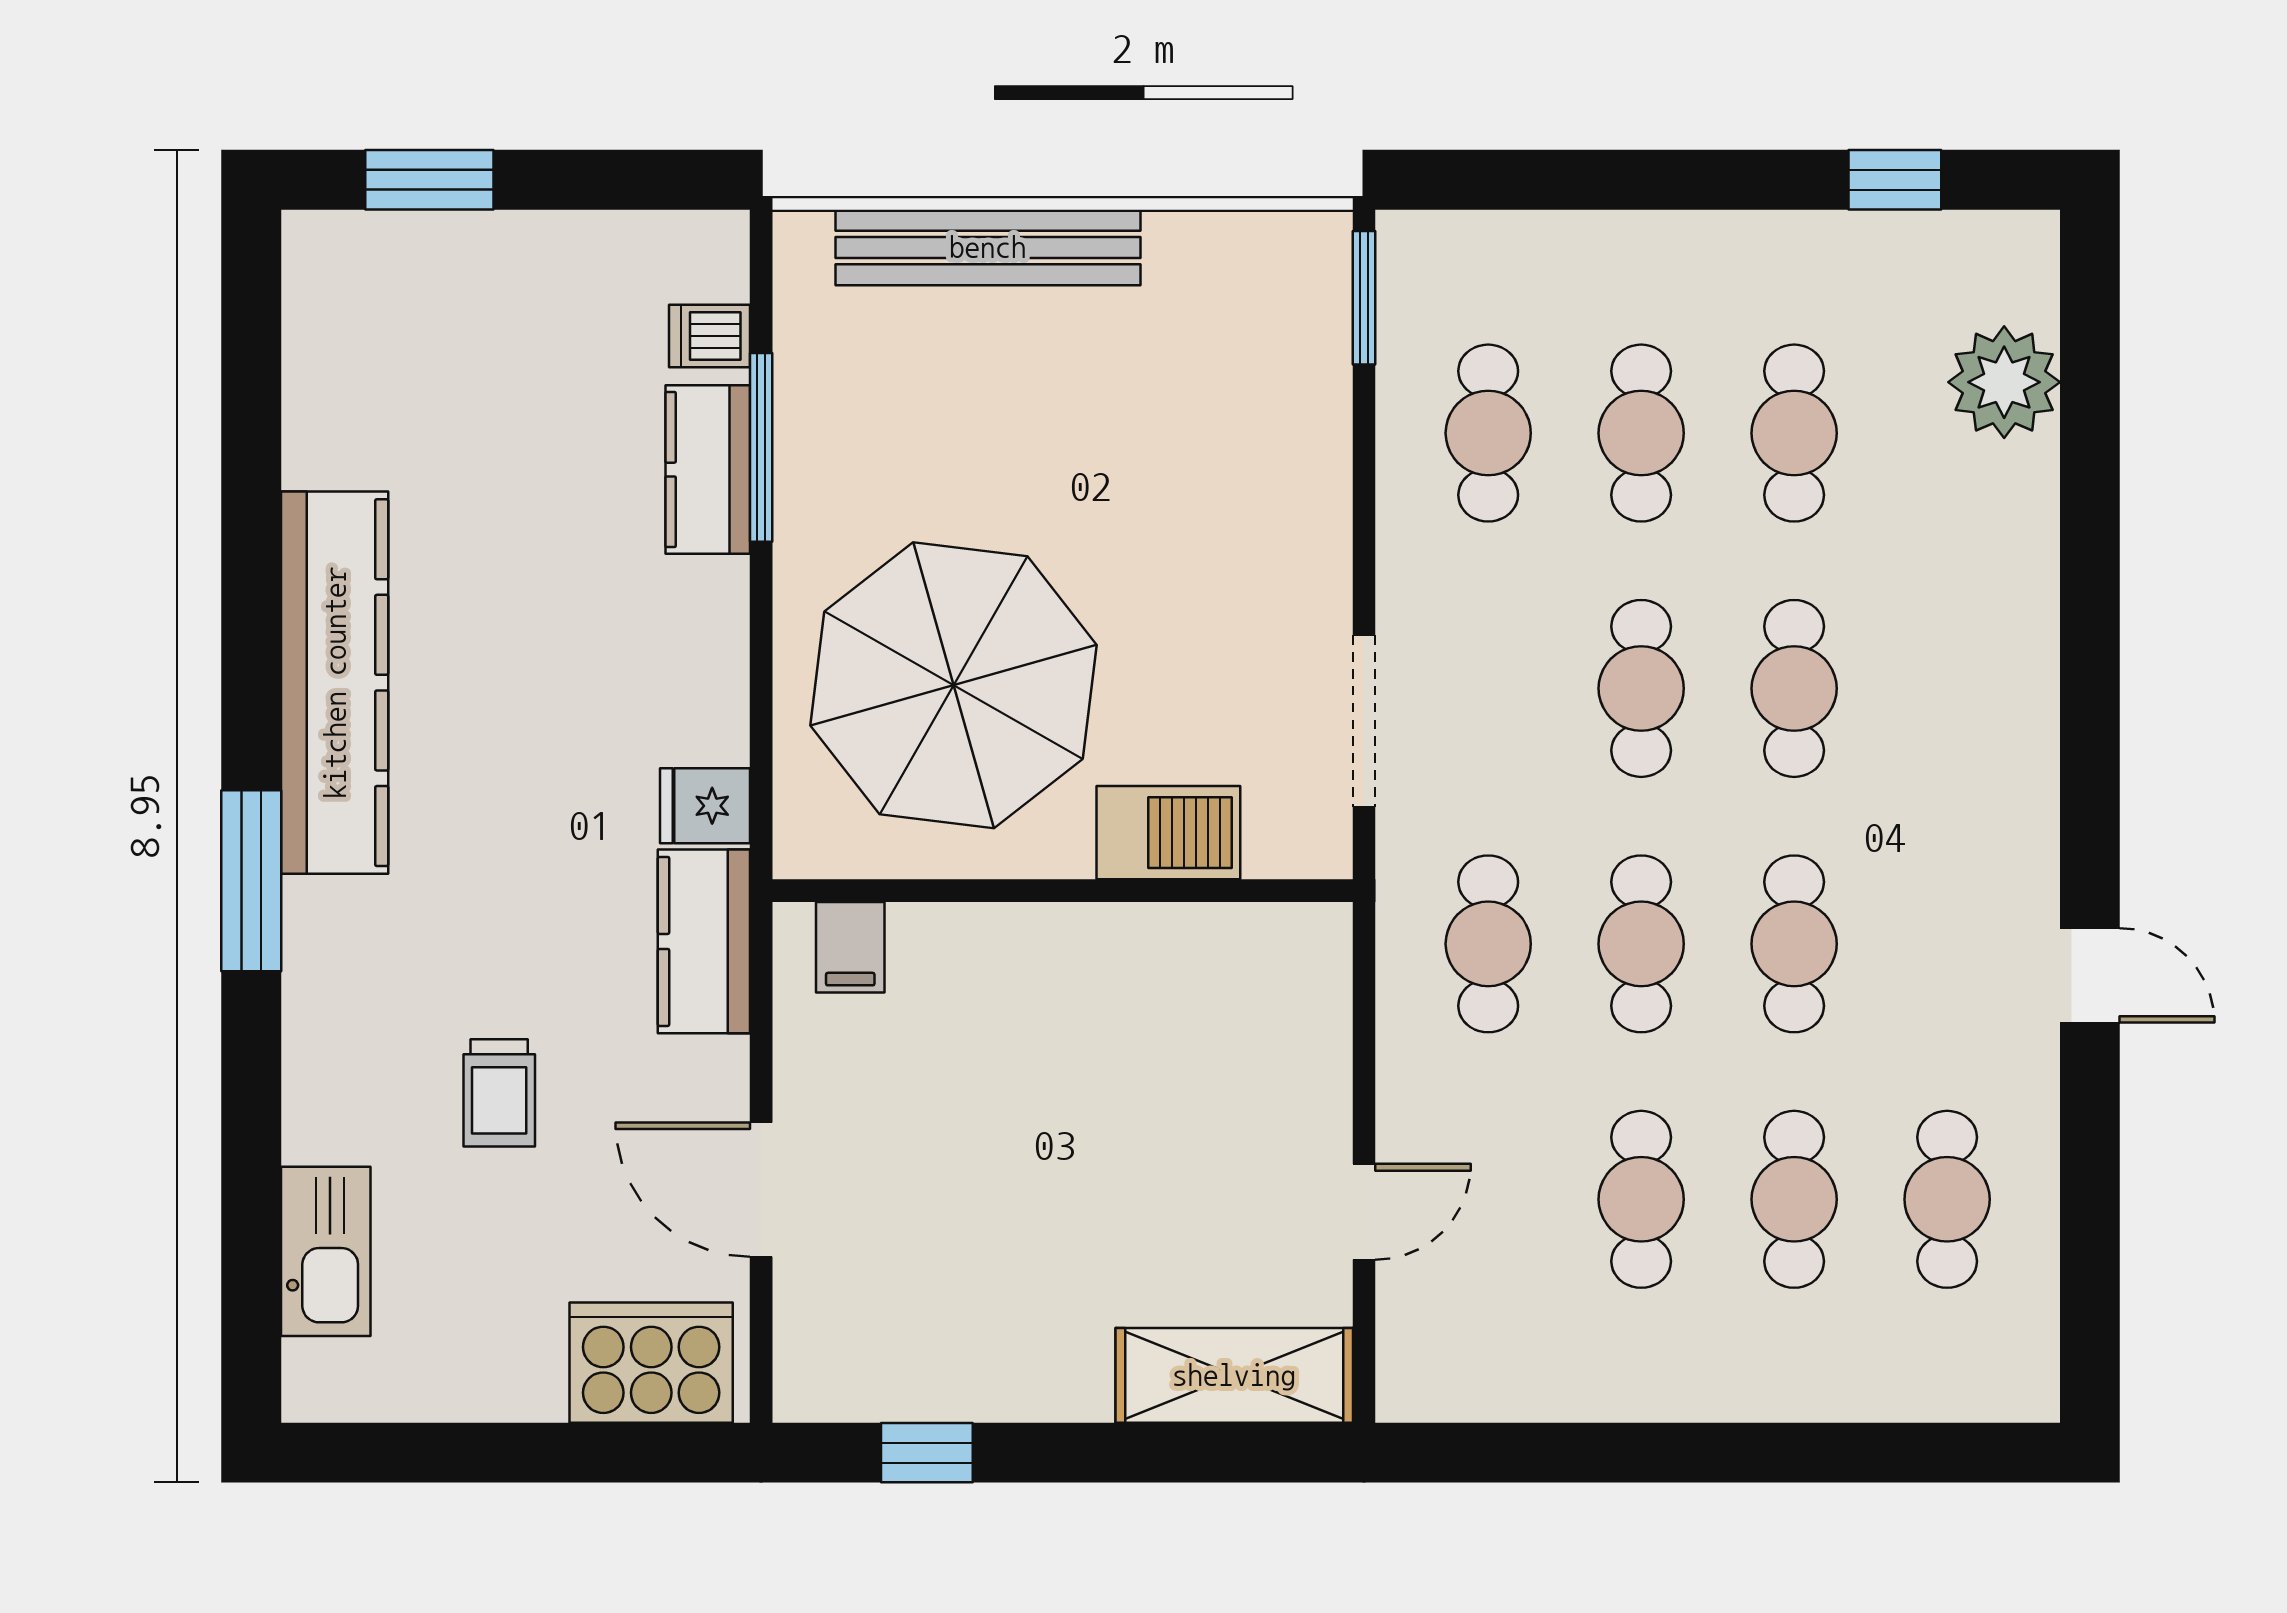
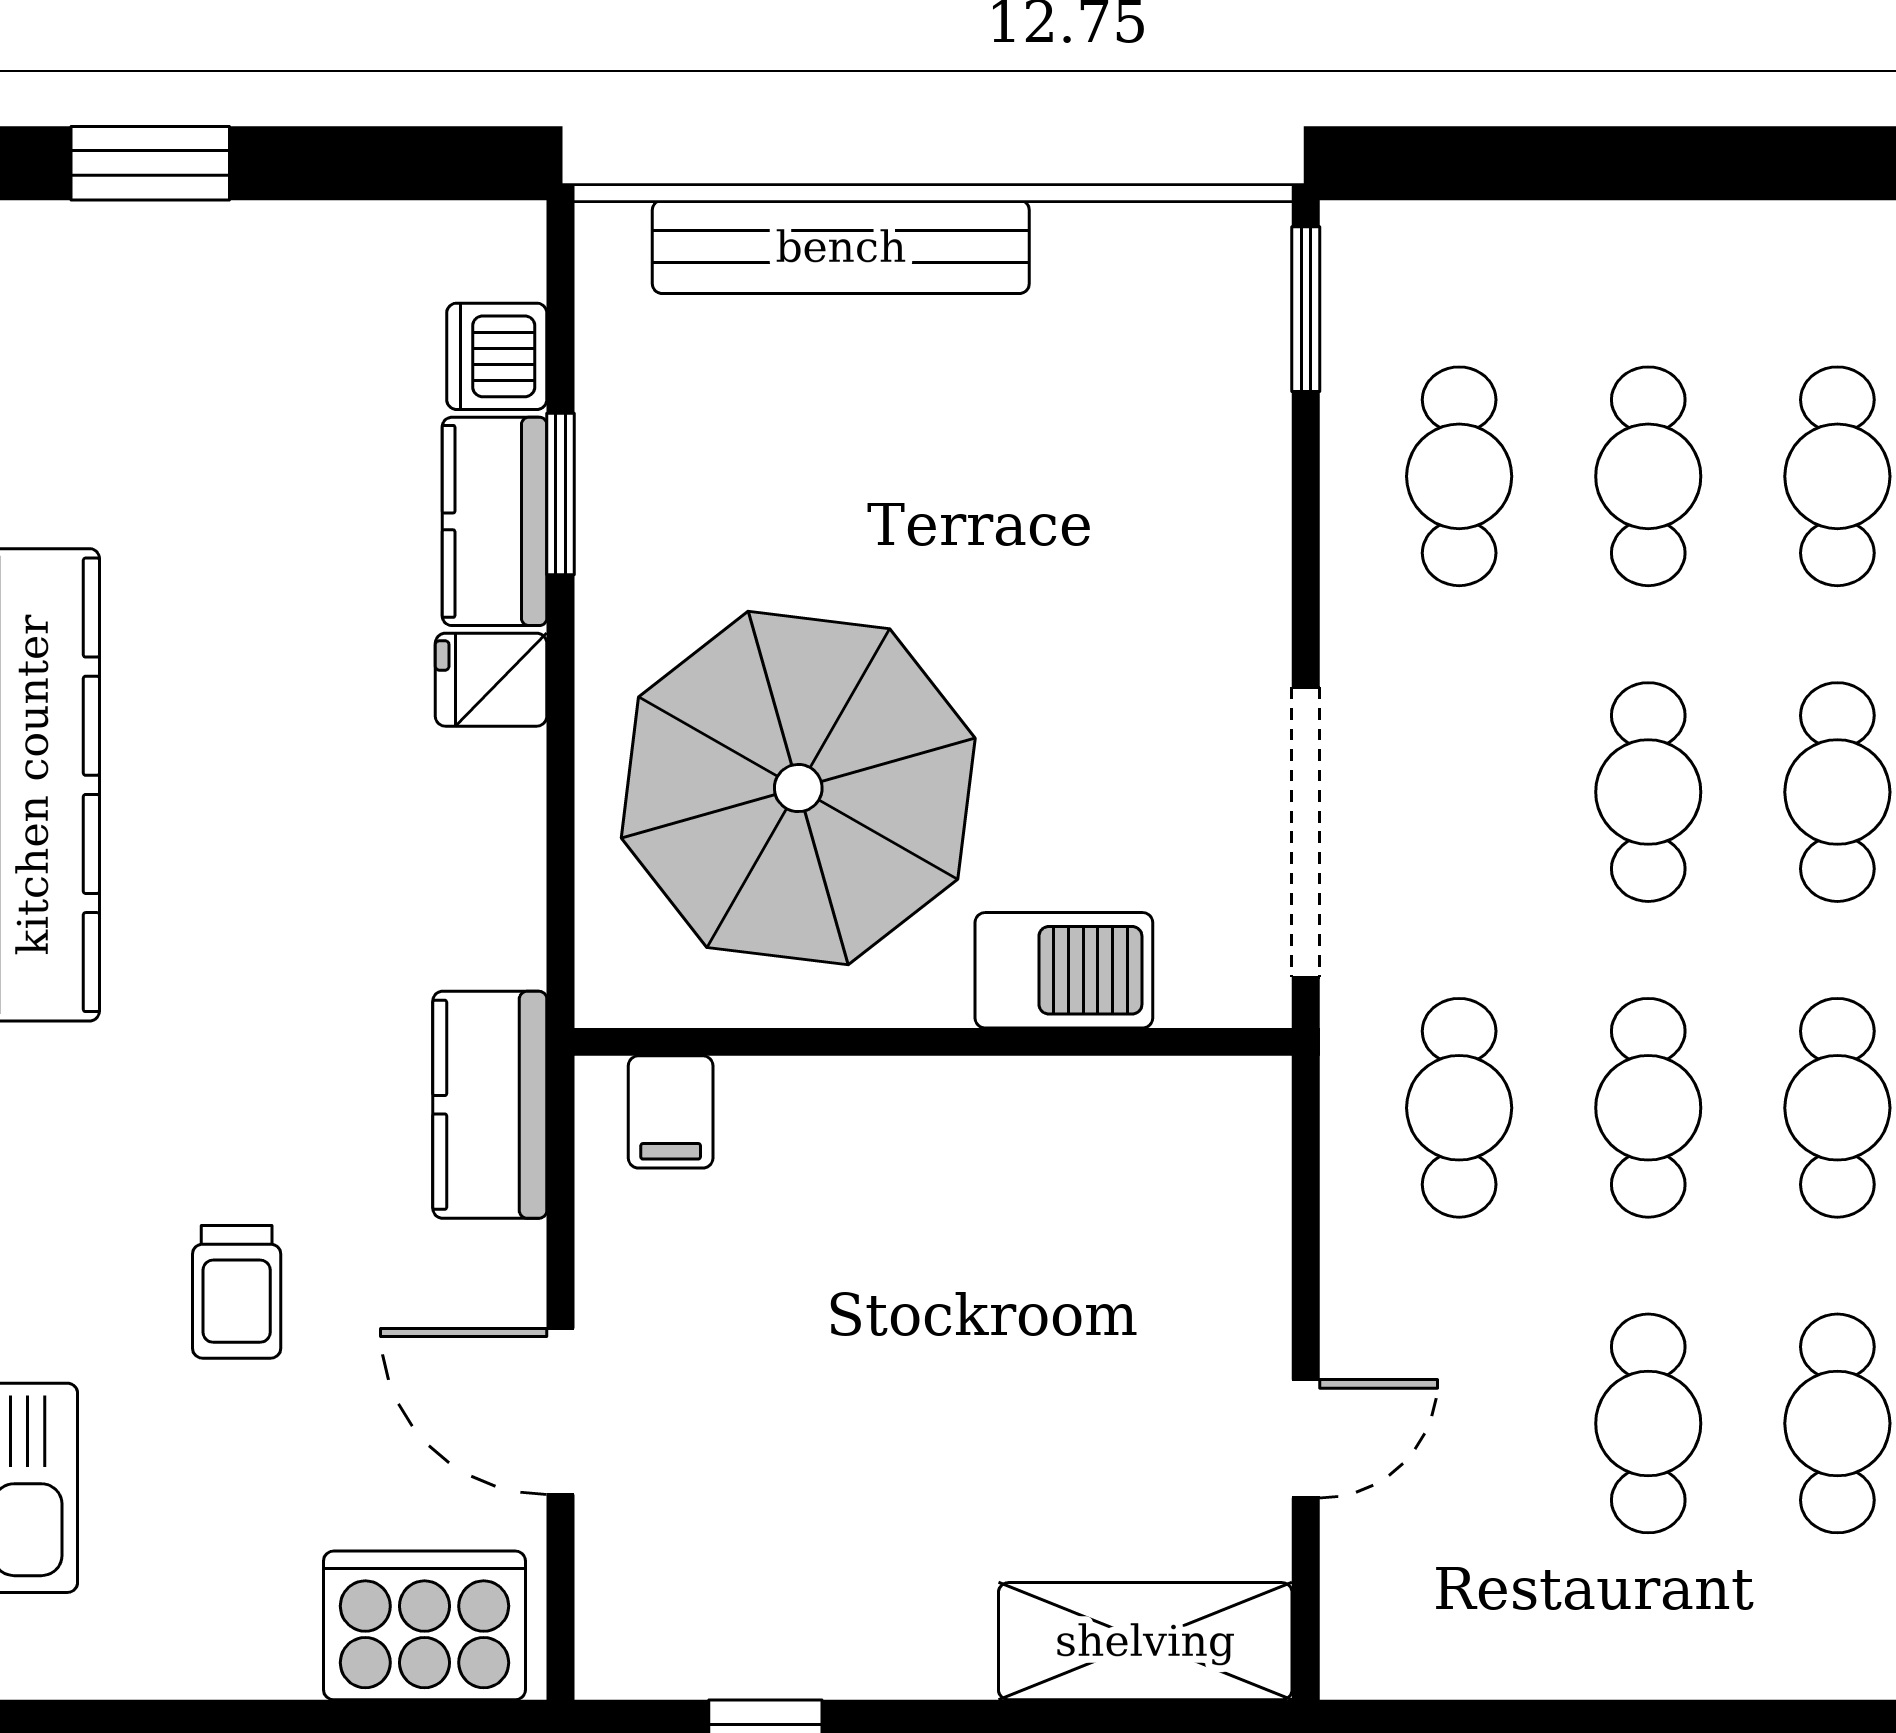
dishwasher: (710, 336) -> (497, 356), width x1.38
window: (761, 447) -> (560, 494), width x0.69
doorway: (1364, 721) -> (1306, 832), width x1.36
fridge: (705, 806) -> (491, 680), moved

